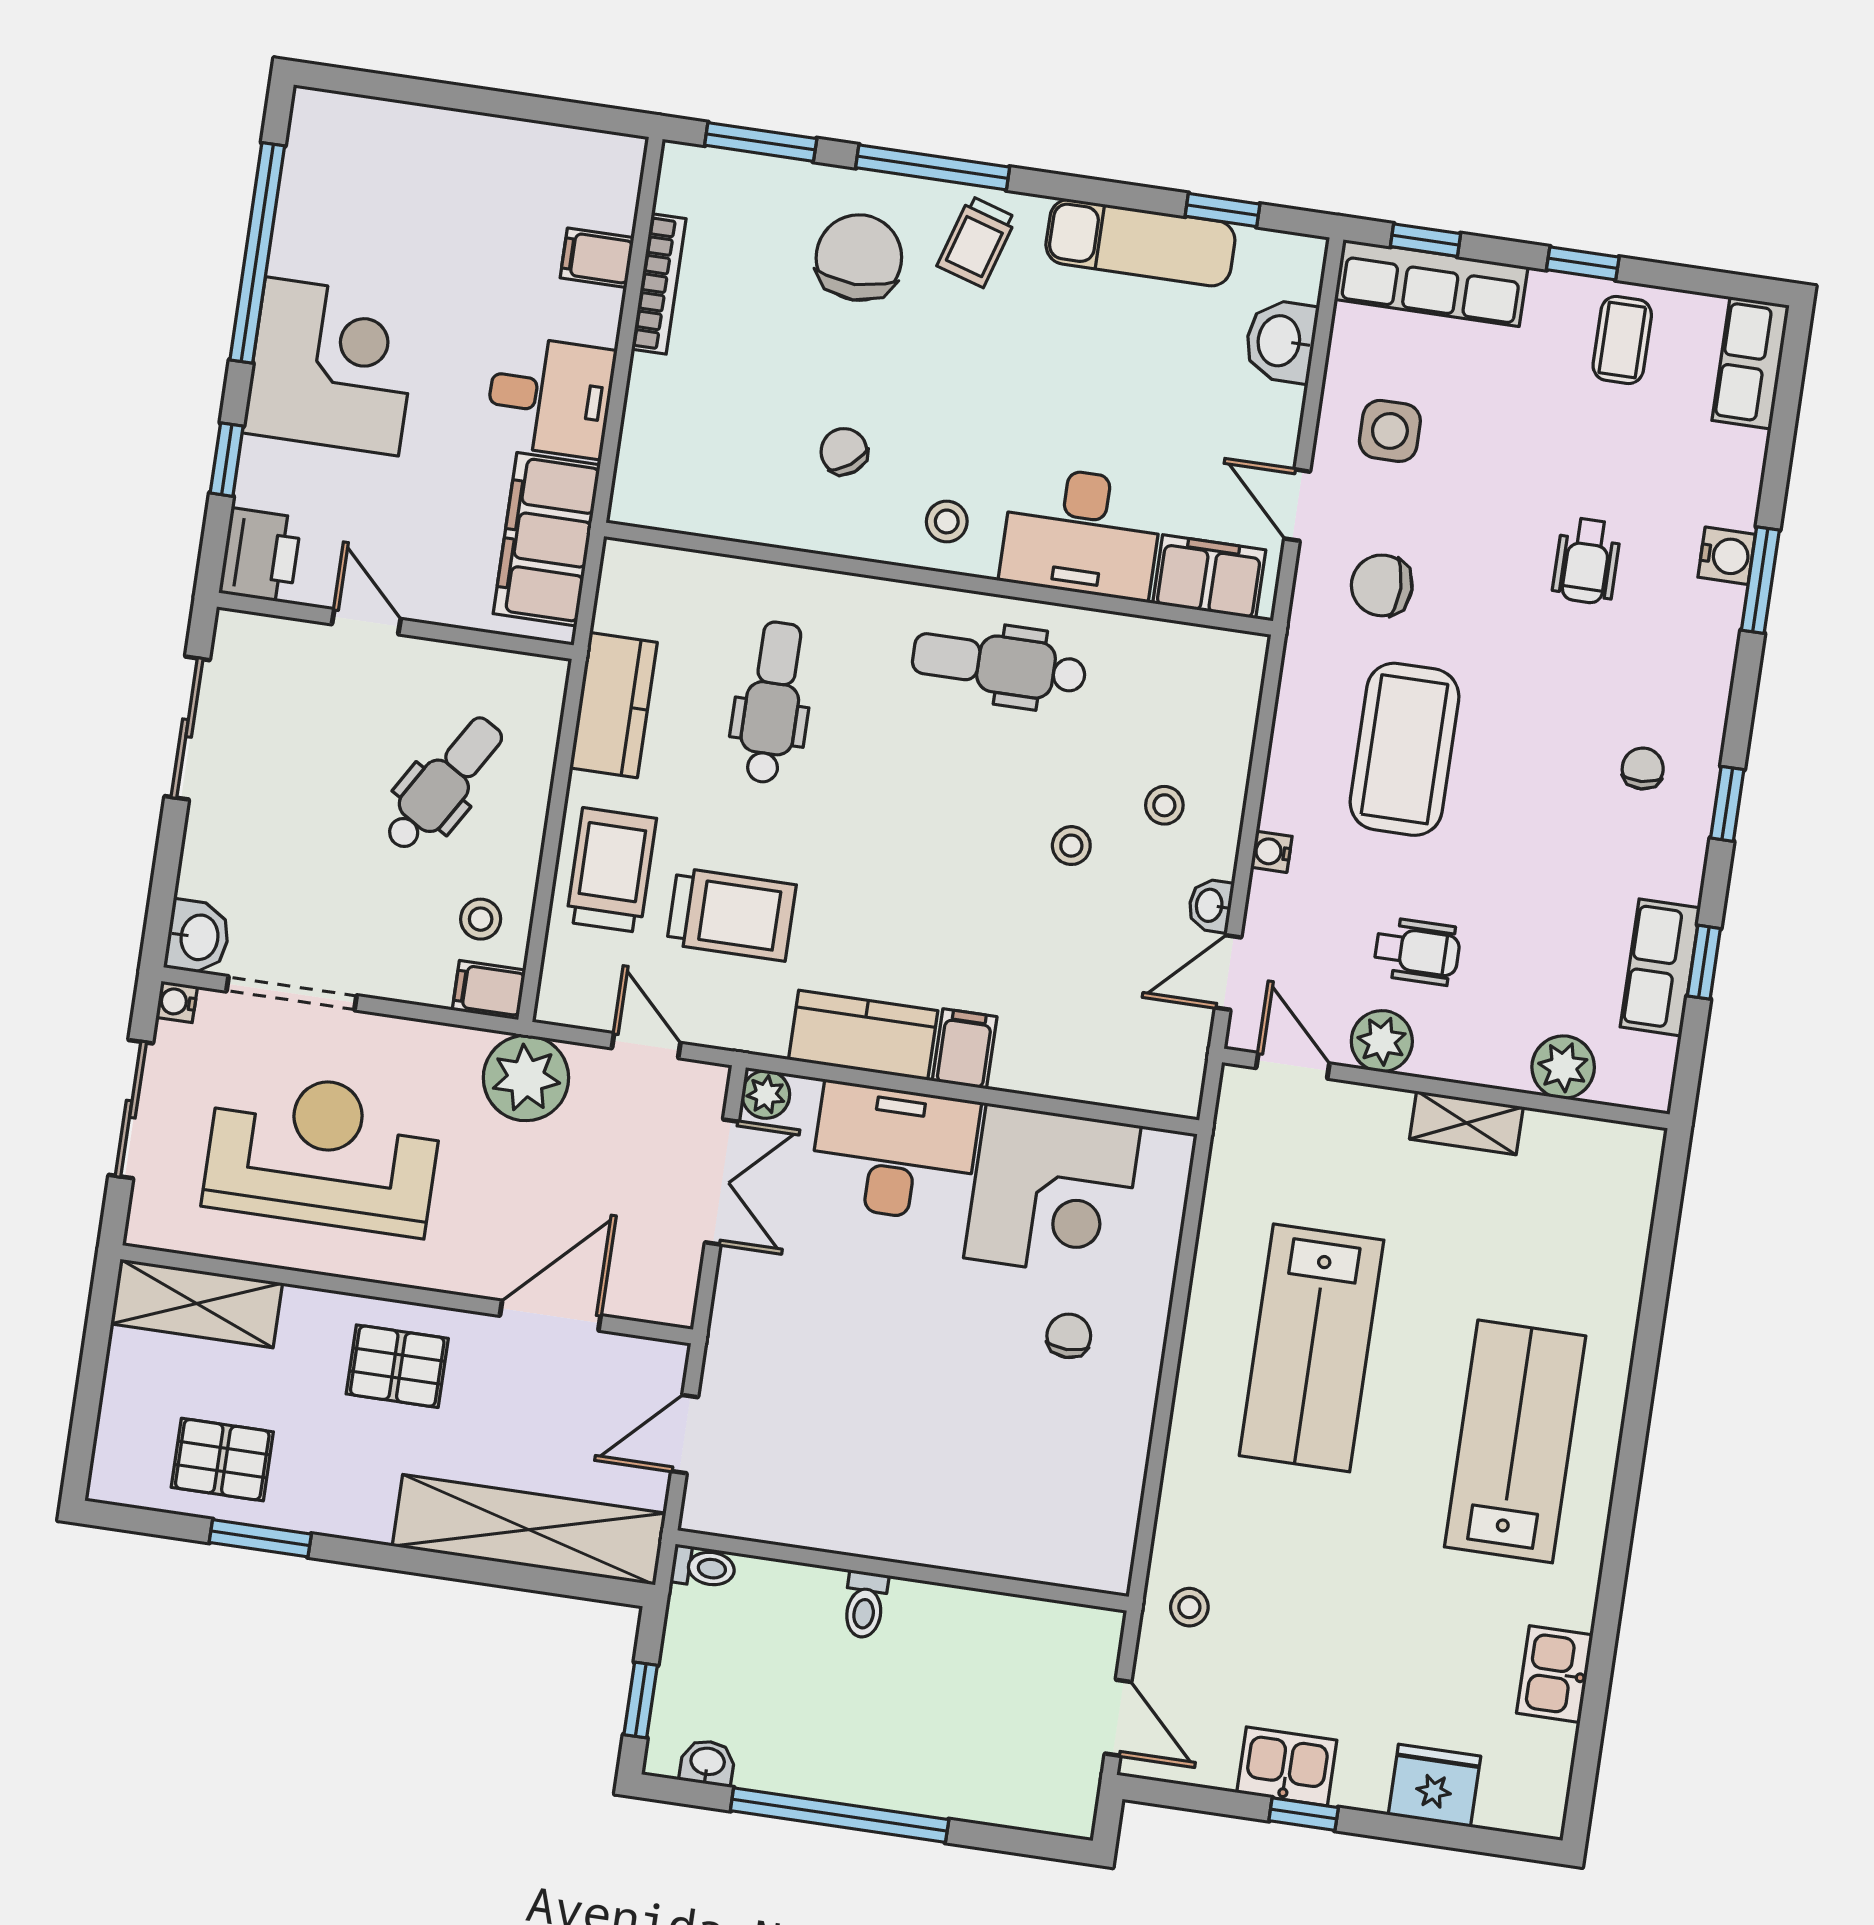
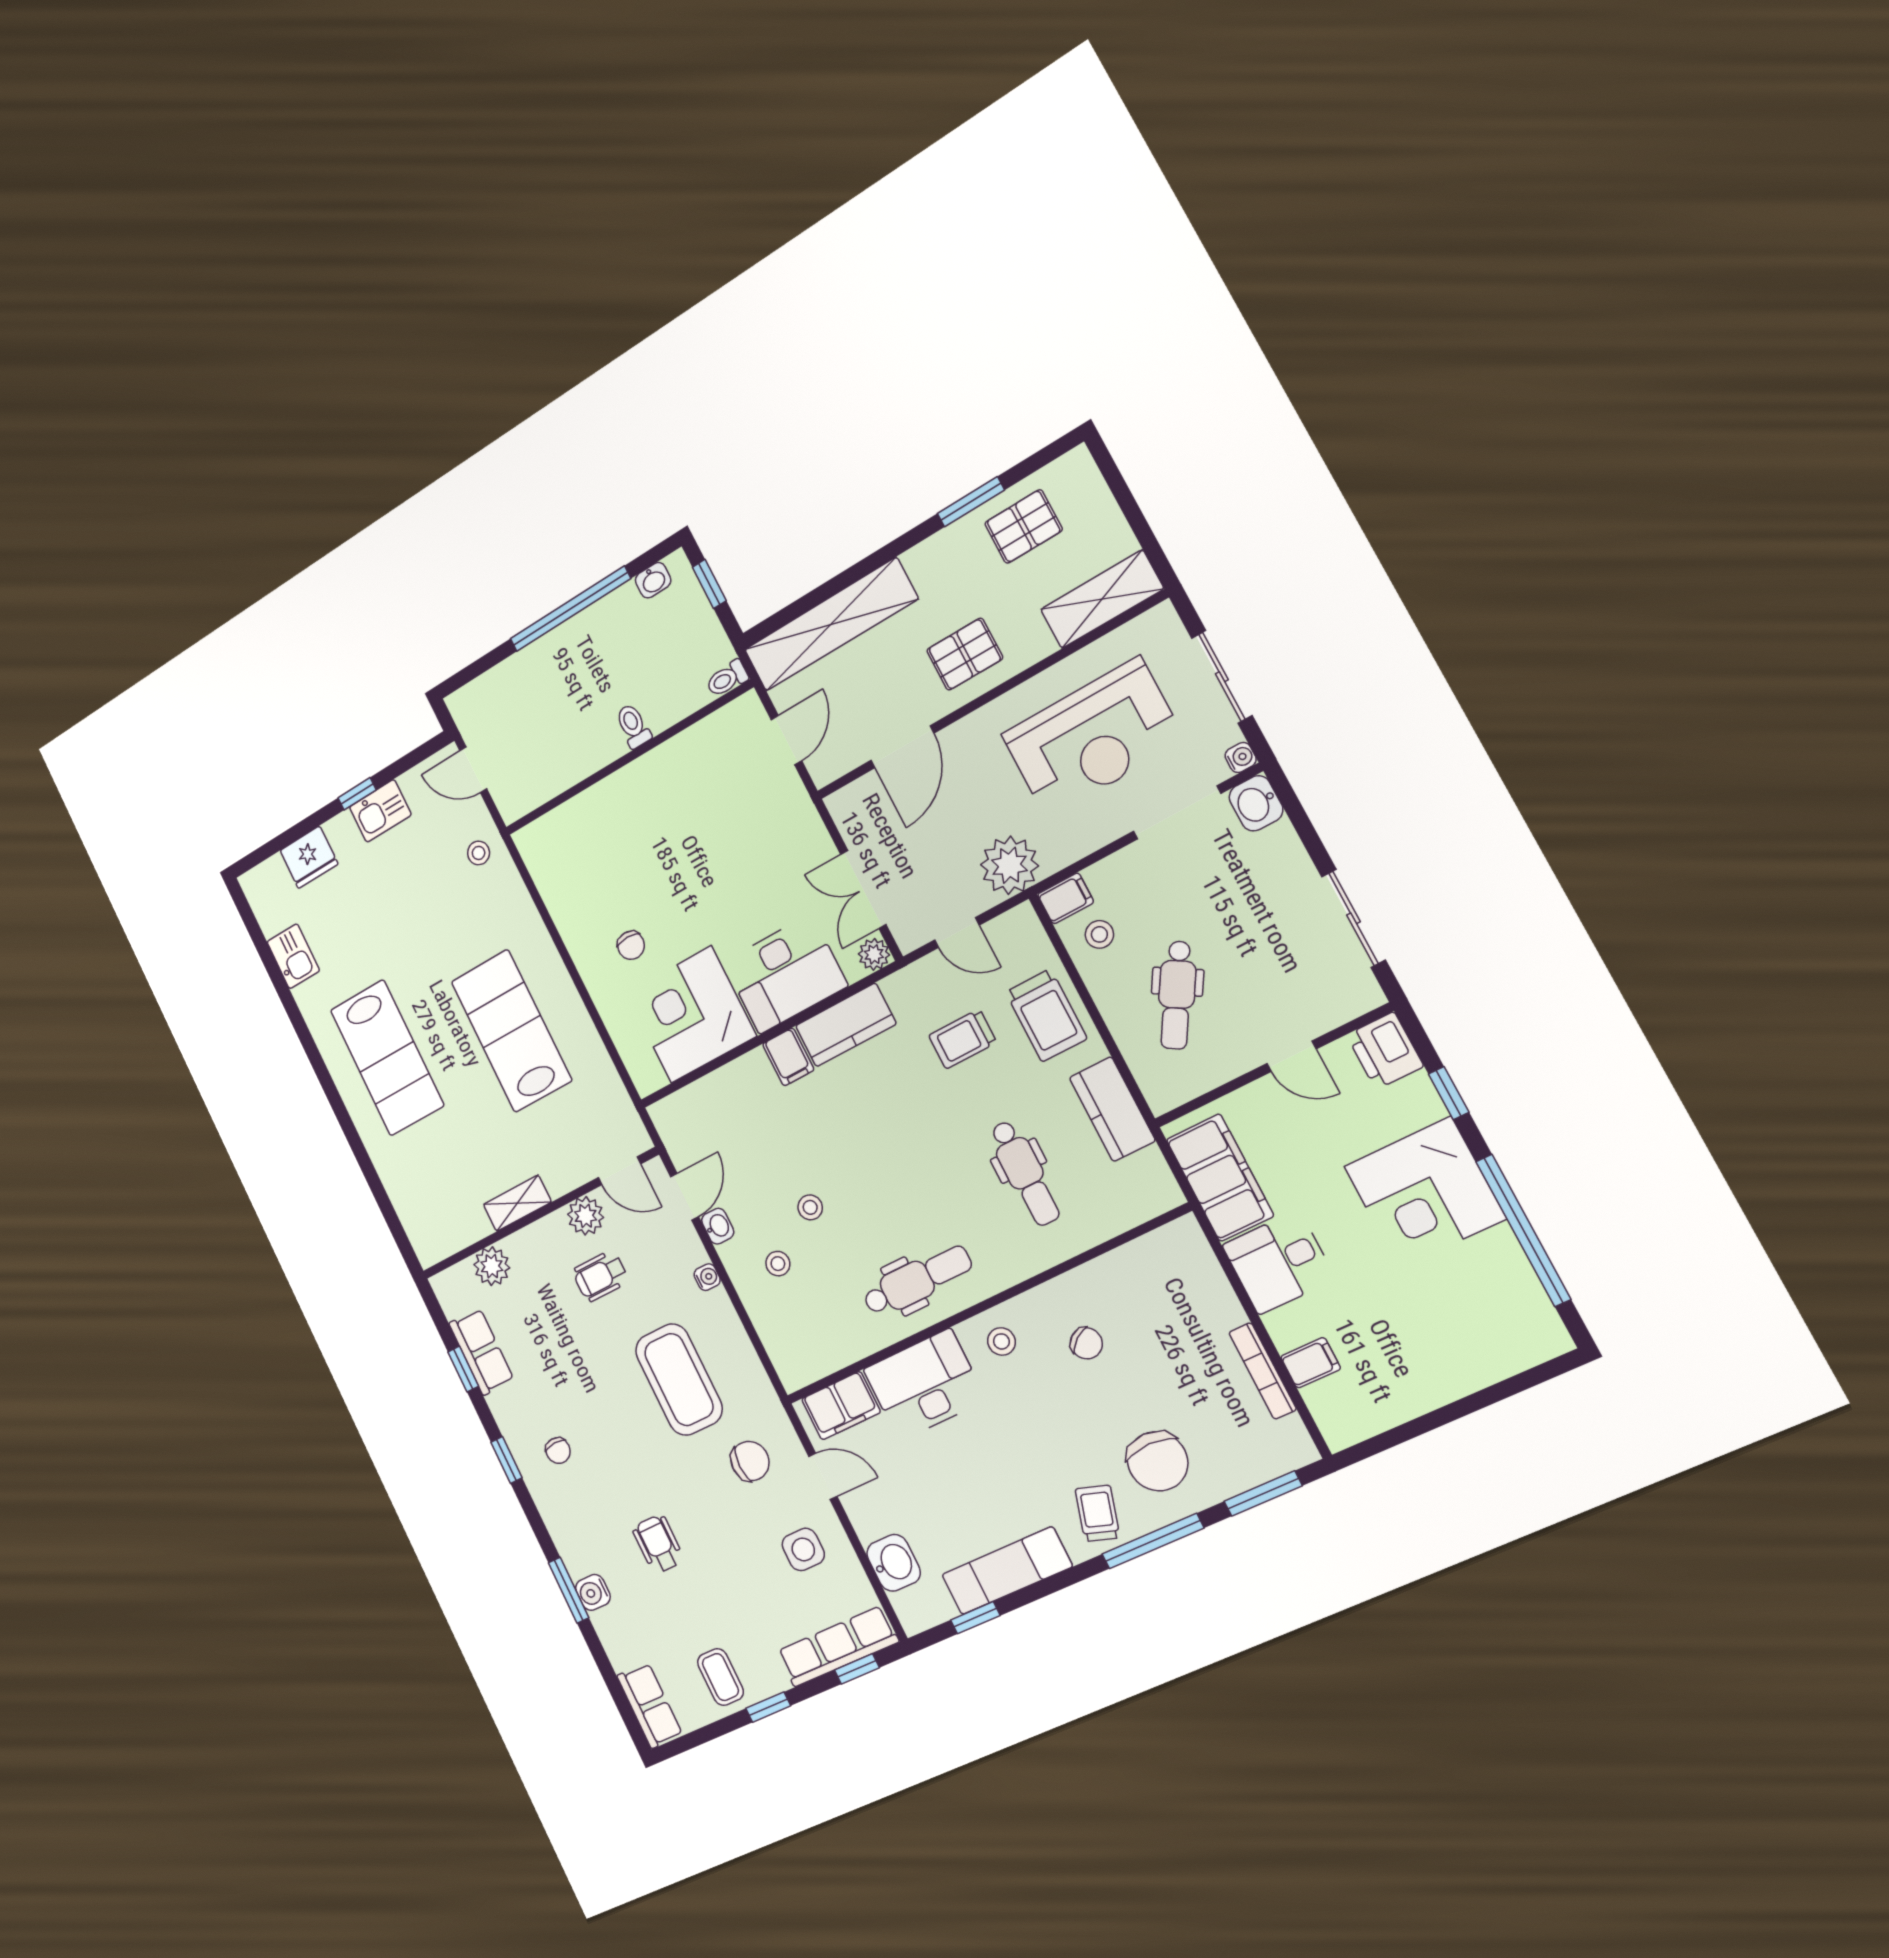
trolley: (731, 914) -> (963, 1039), width x0.73, depth x0.72

